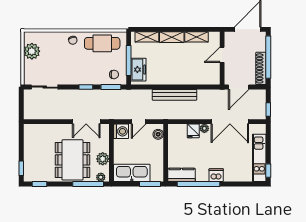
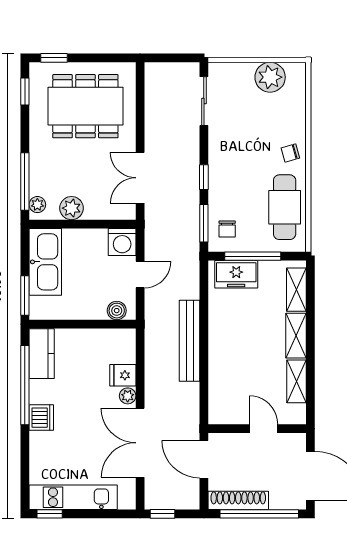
door: (139, 122) -> (140, 275), swing flipped
dining table: (72, 160) -> (85, 106), moved

